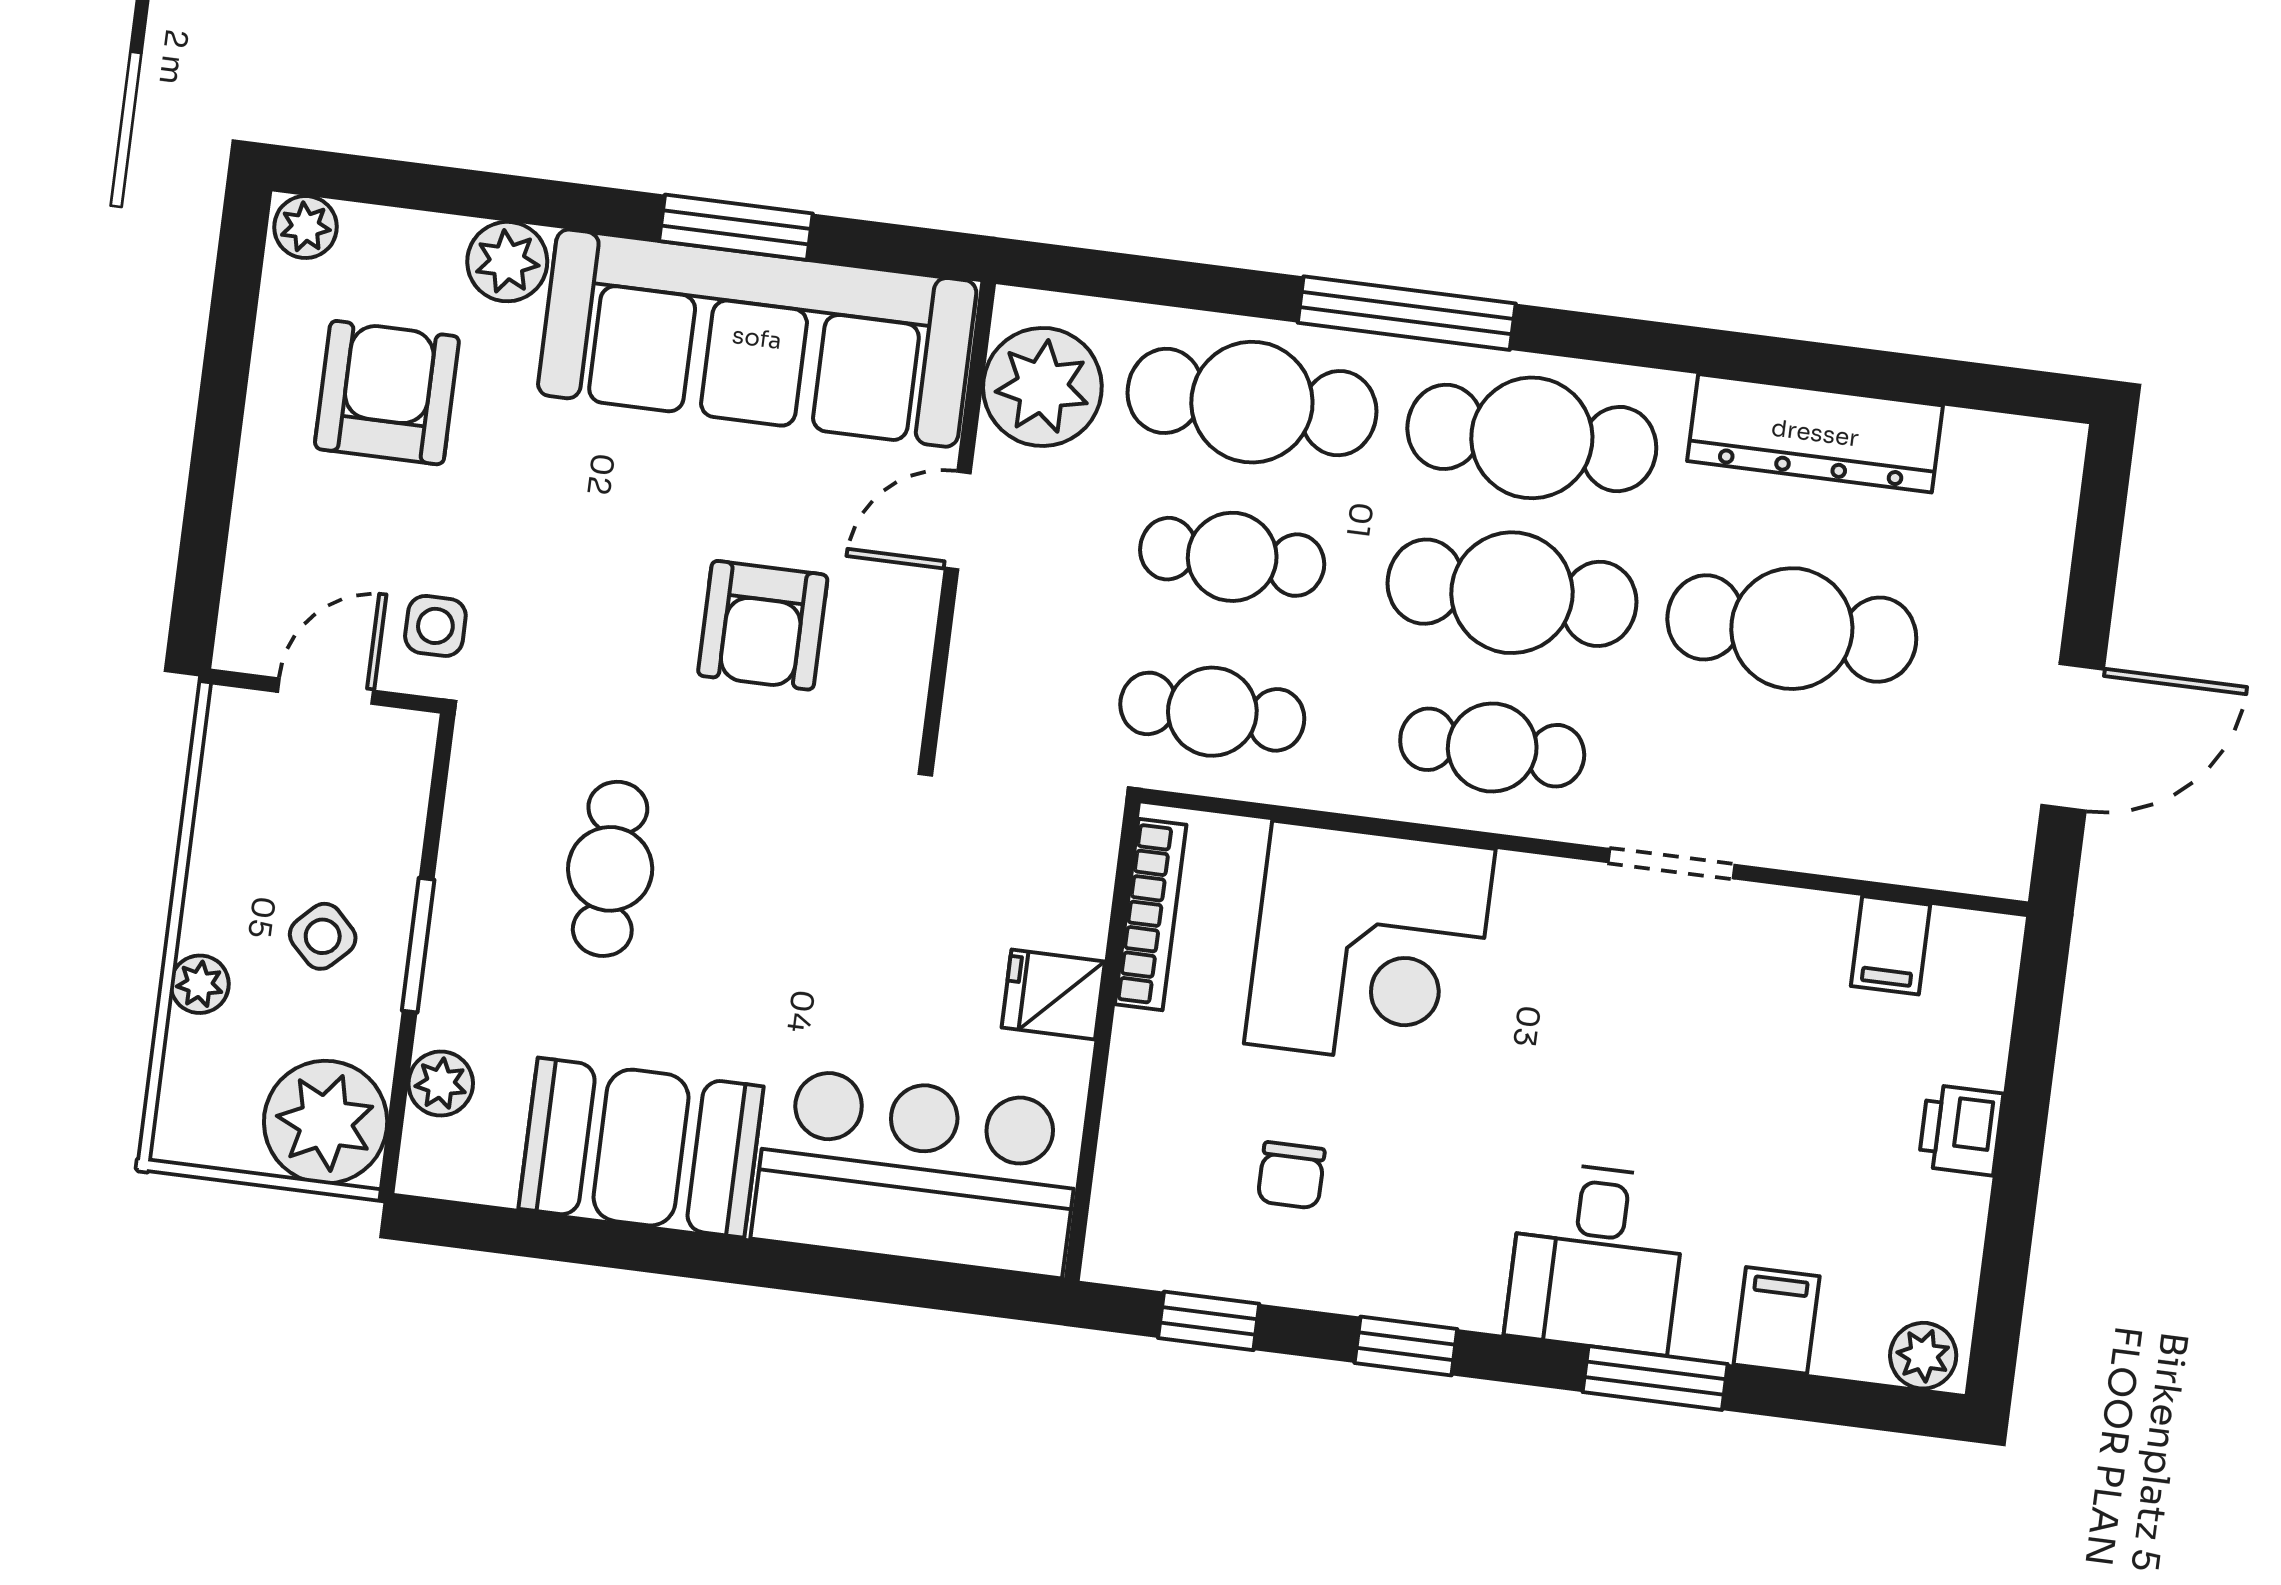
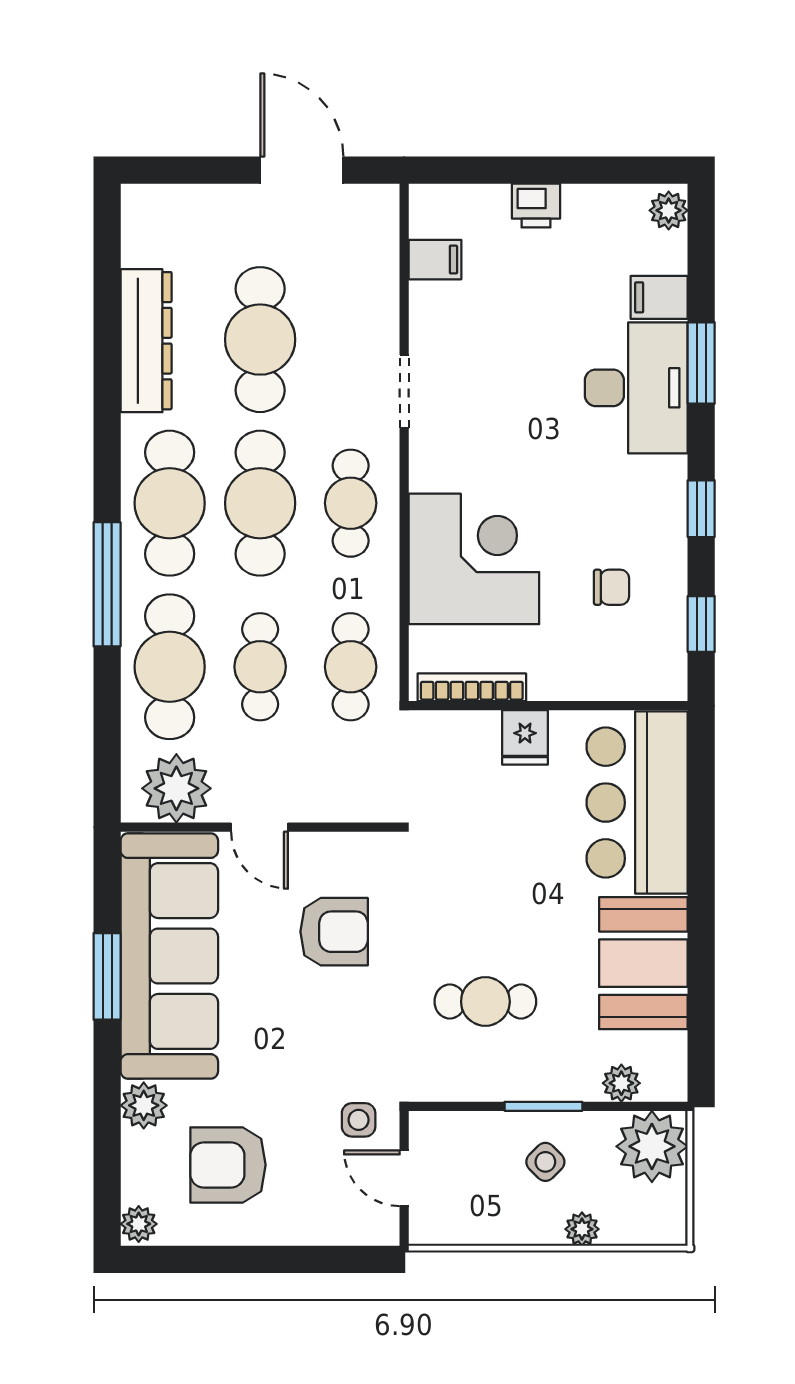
desk: (1596, 1258) -> (636, 388), width x1.37

